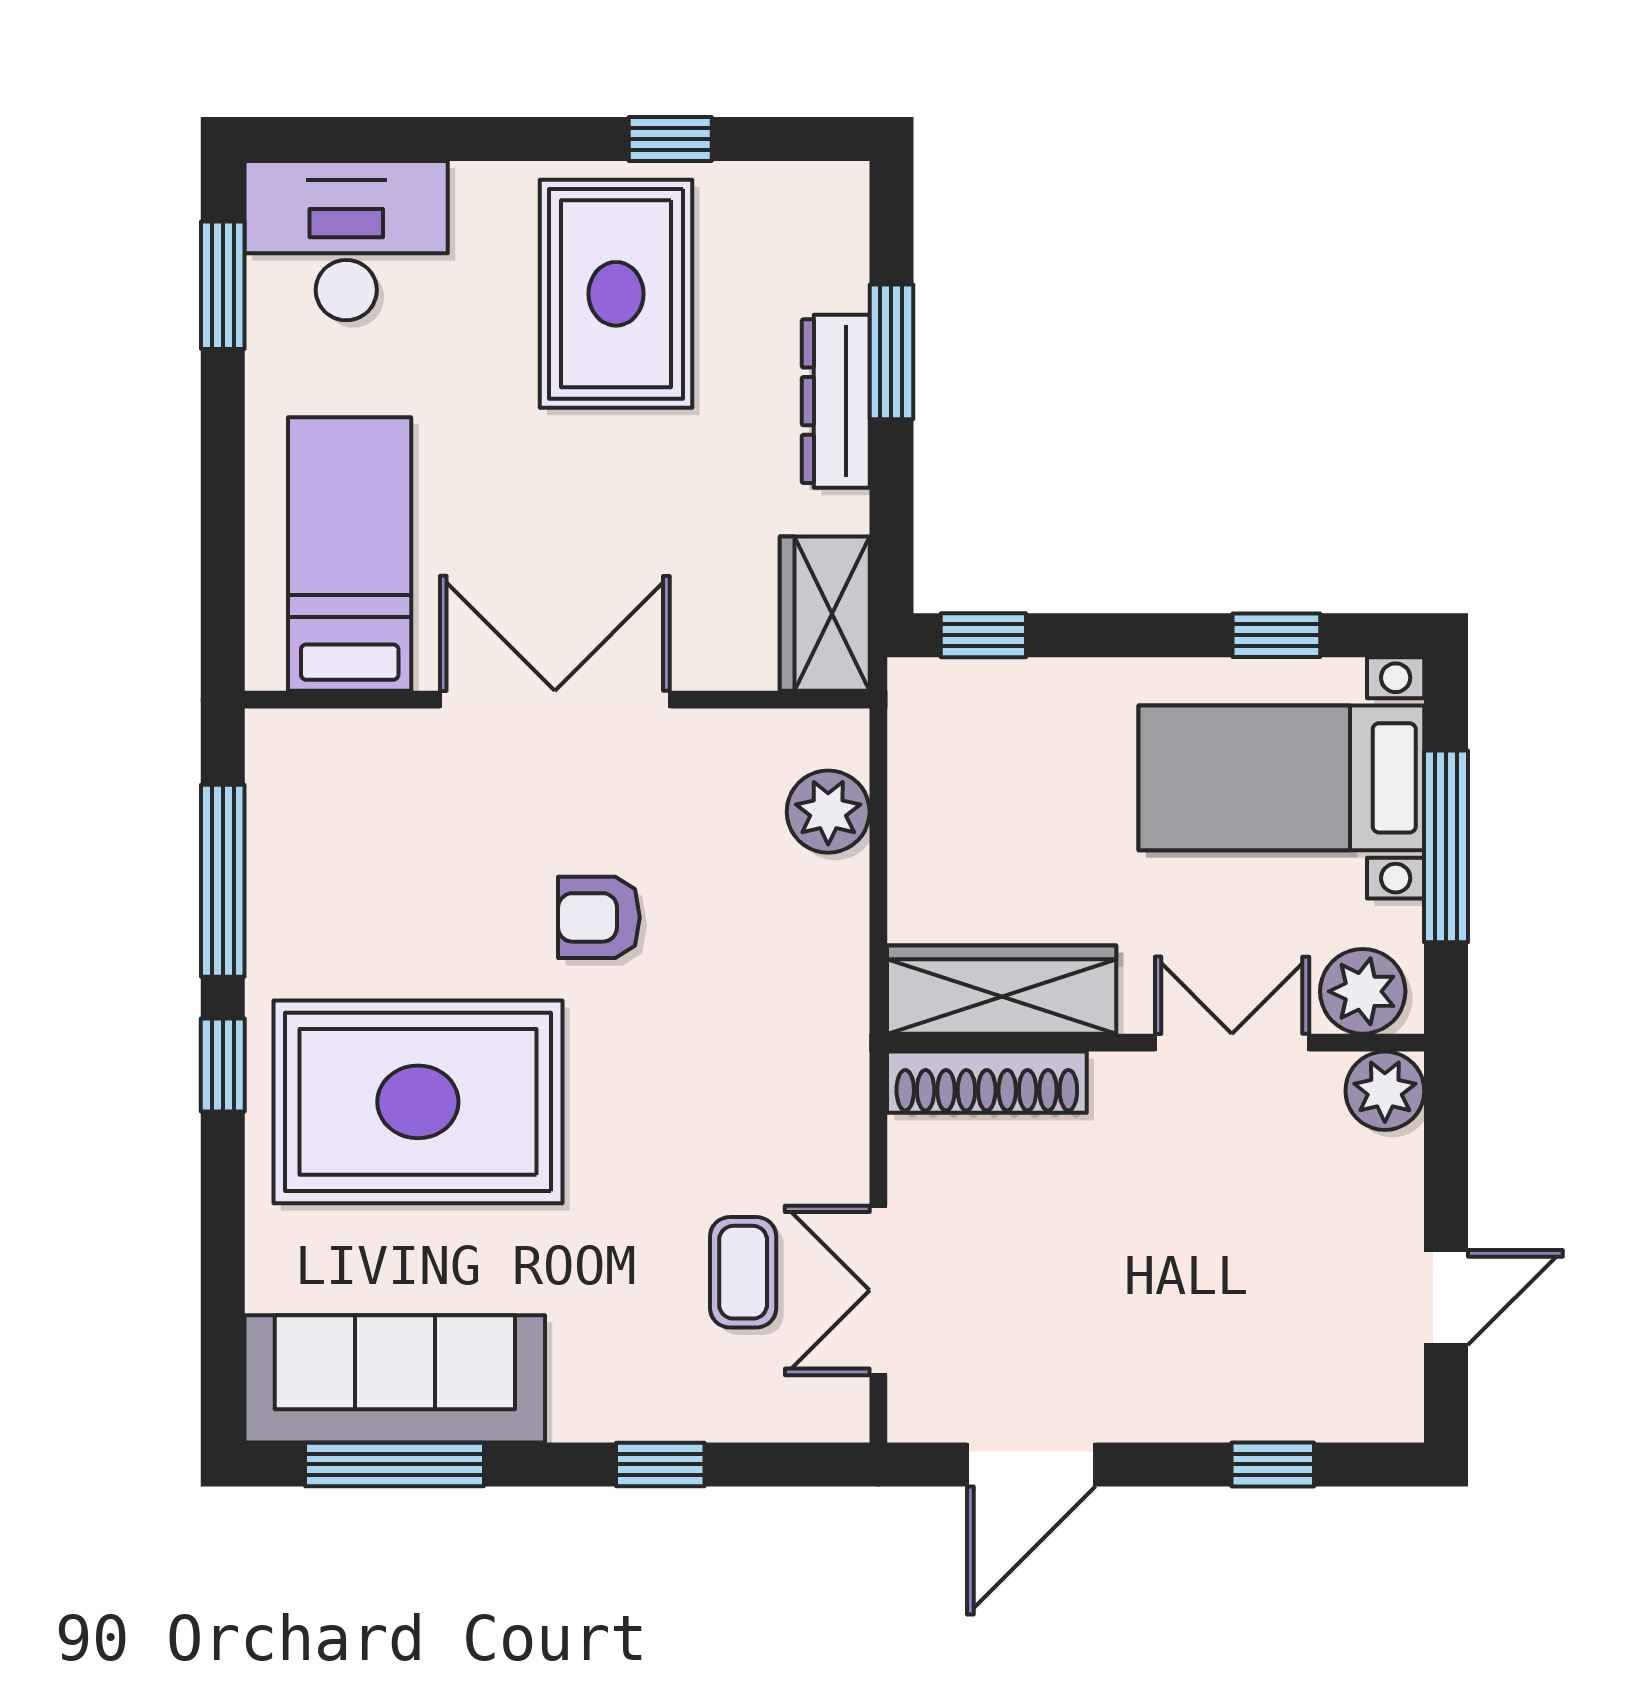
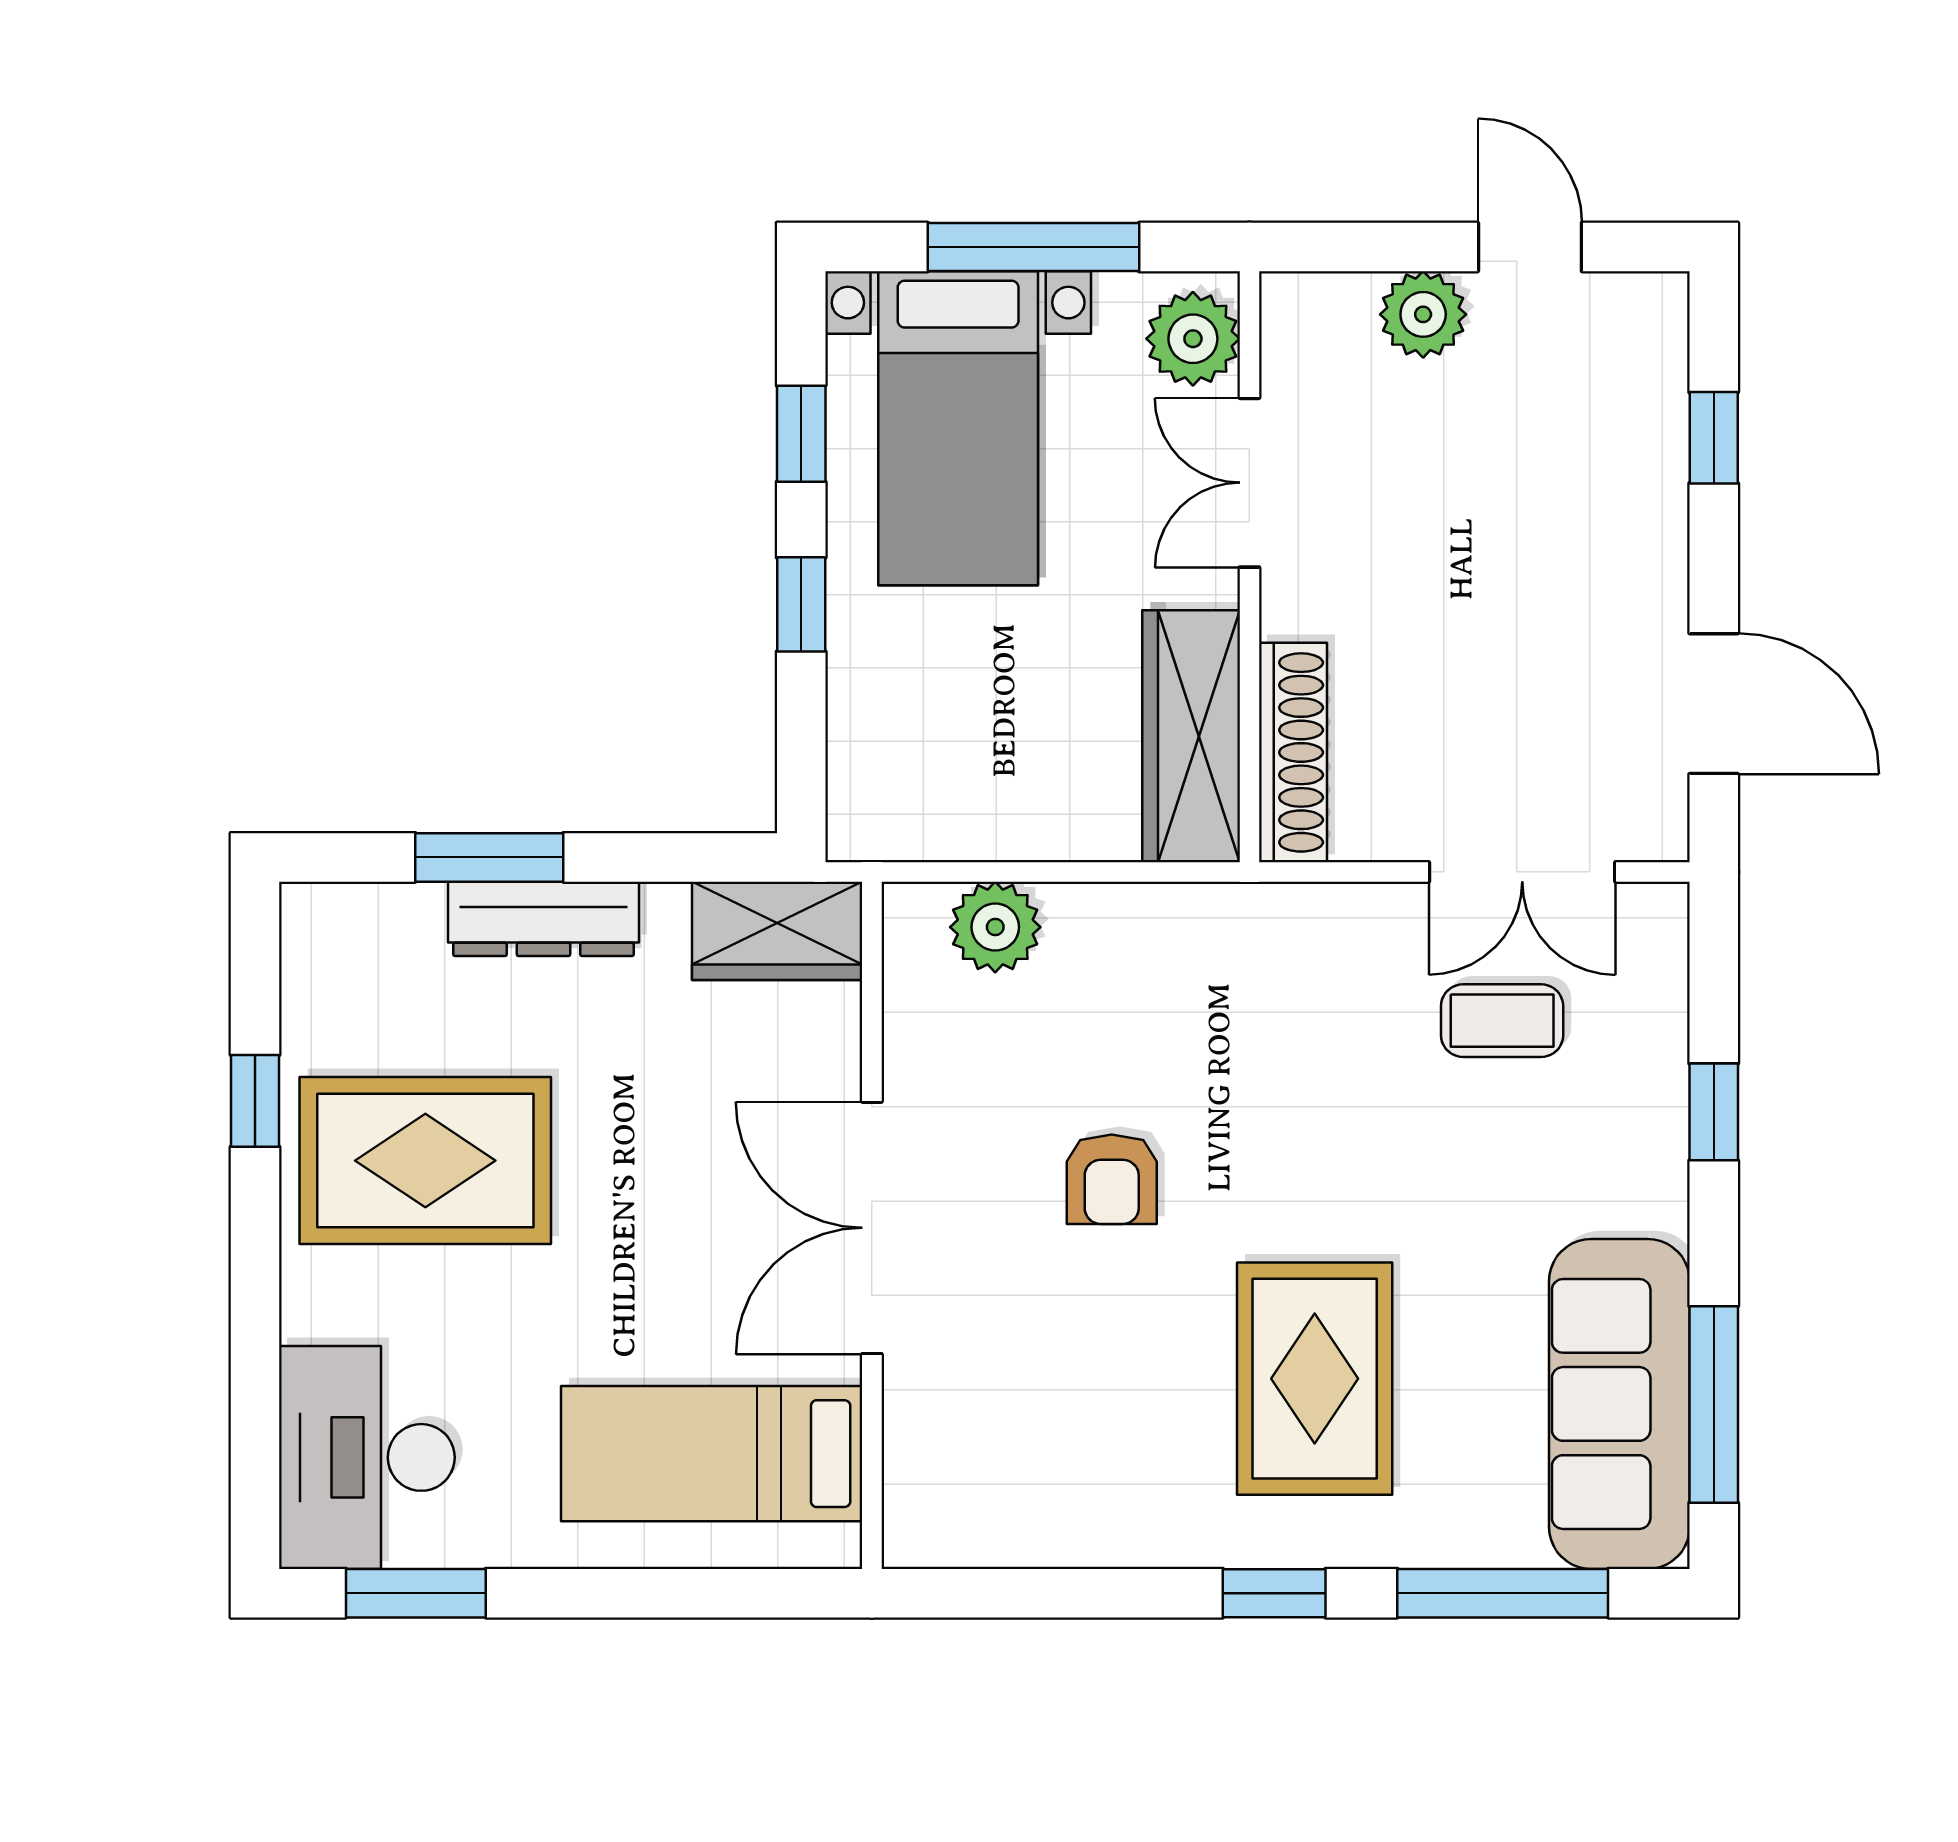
window: (983, 635) -> (801, 604), moved
window: (223, 881) -> (1503, 1593), moved
plant: (1385, 1091) -> (1423, 314), moved
rug: (418, 1102) -> (1315, 1379), width x0.73, depth x0.69

